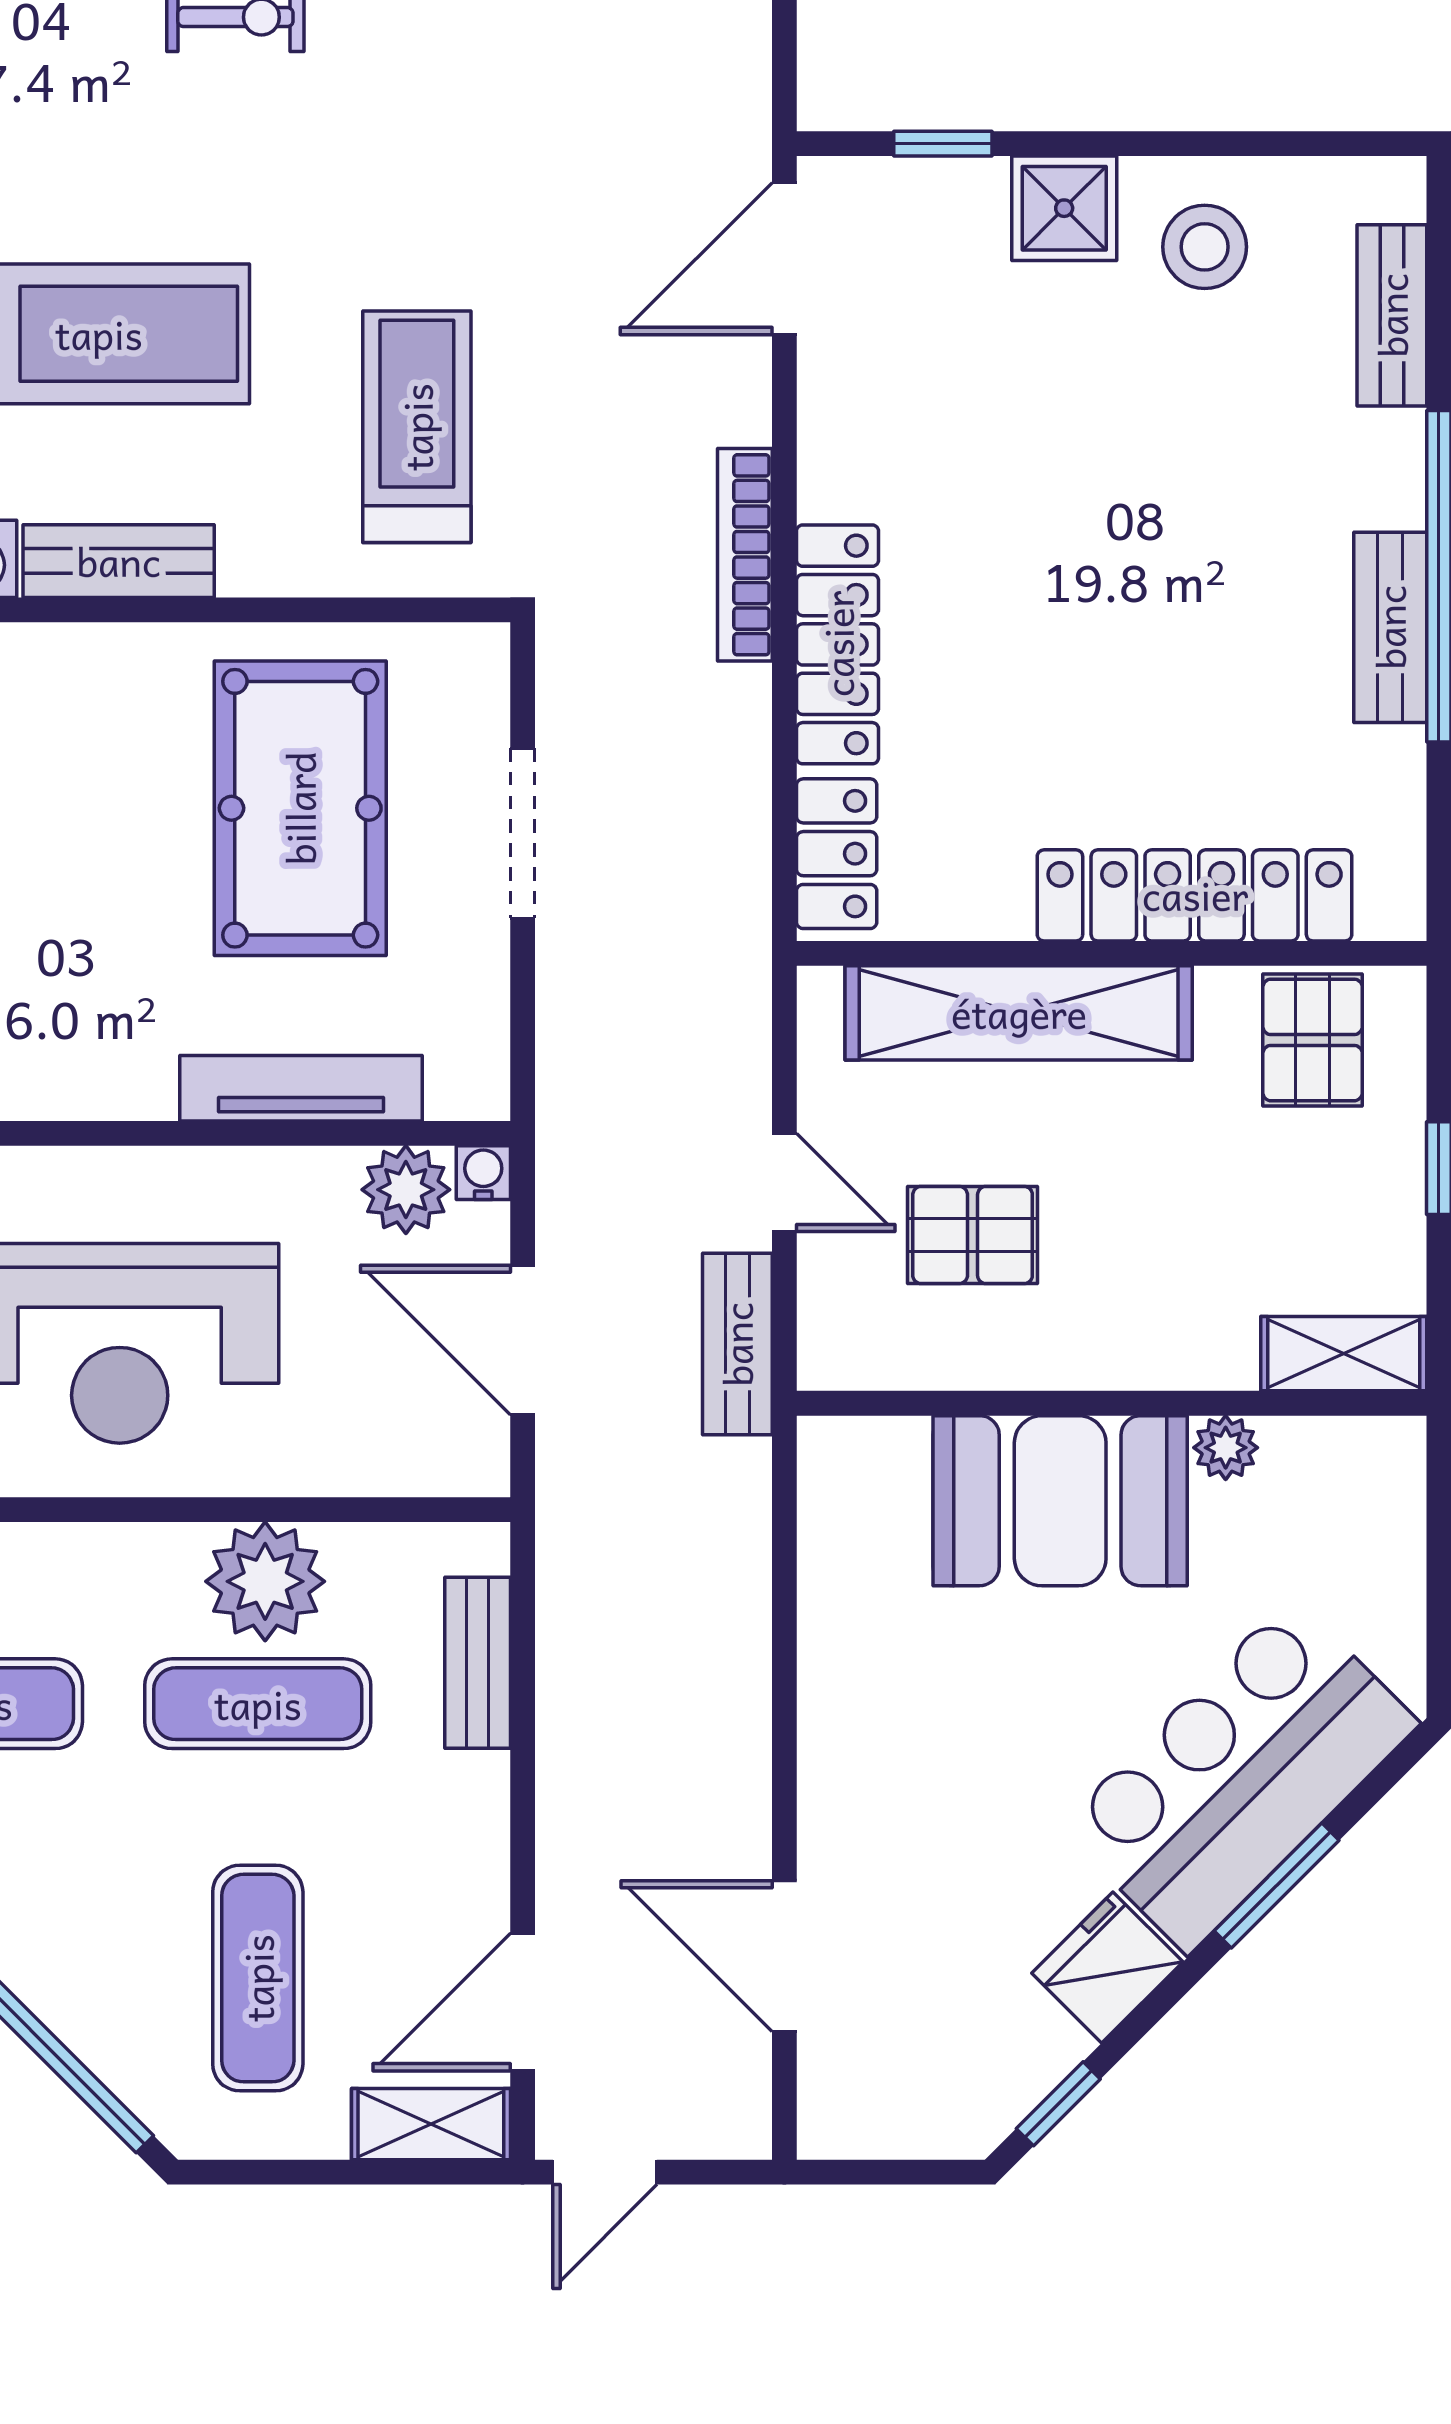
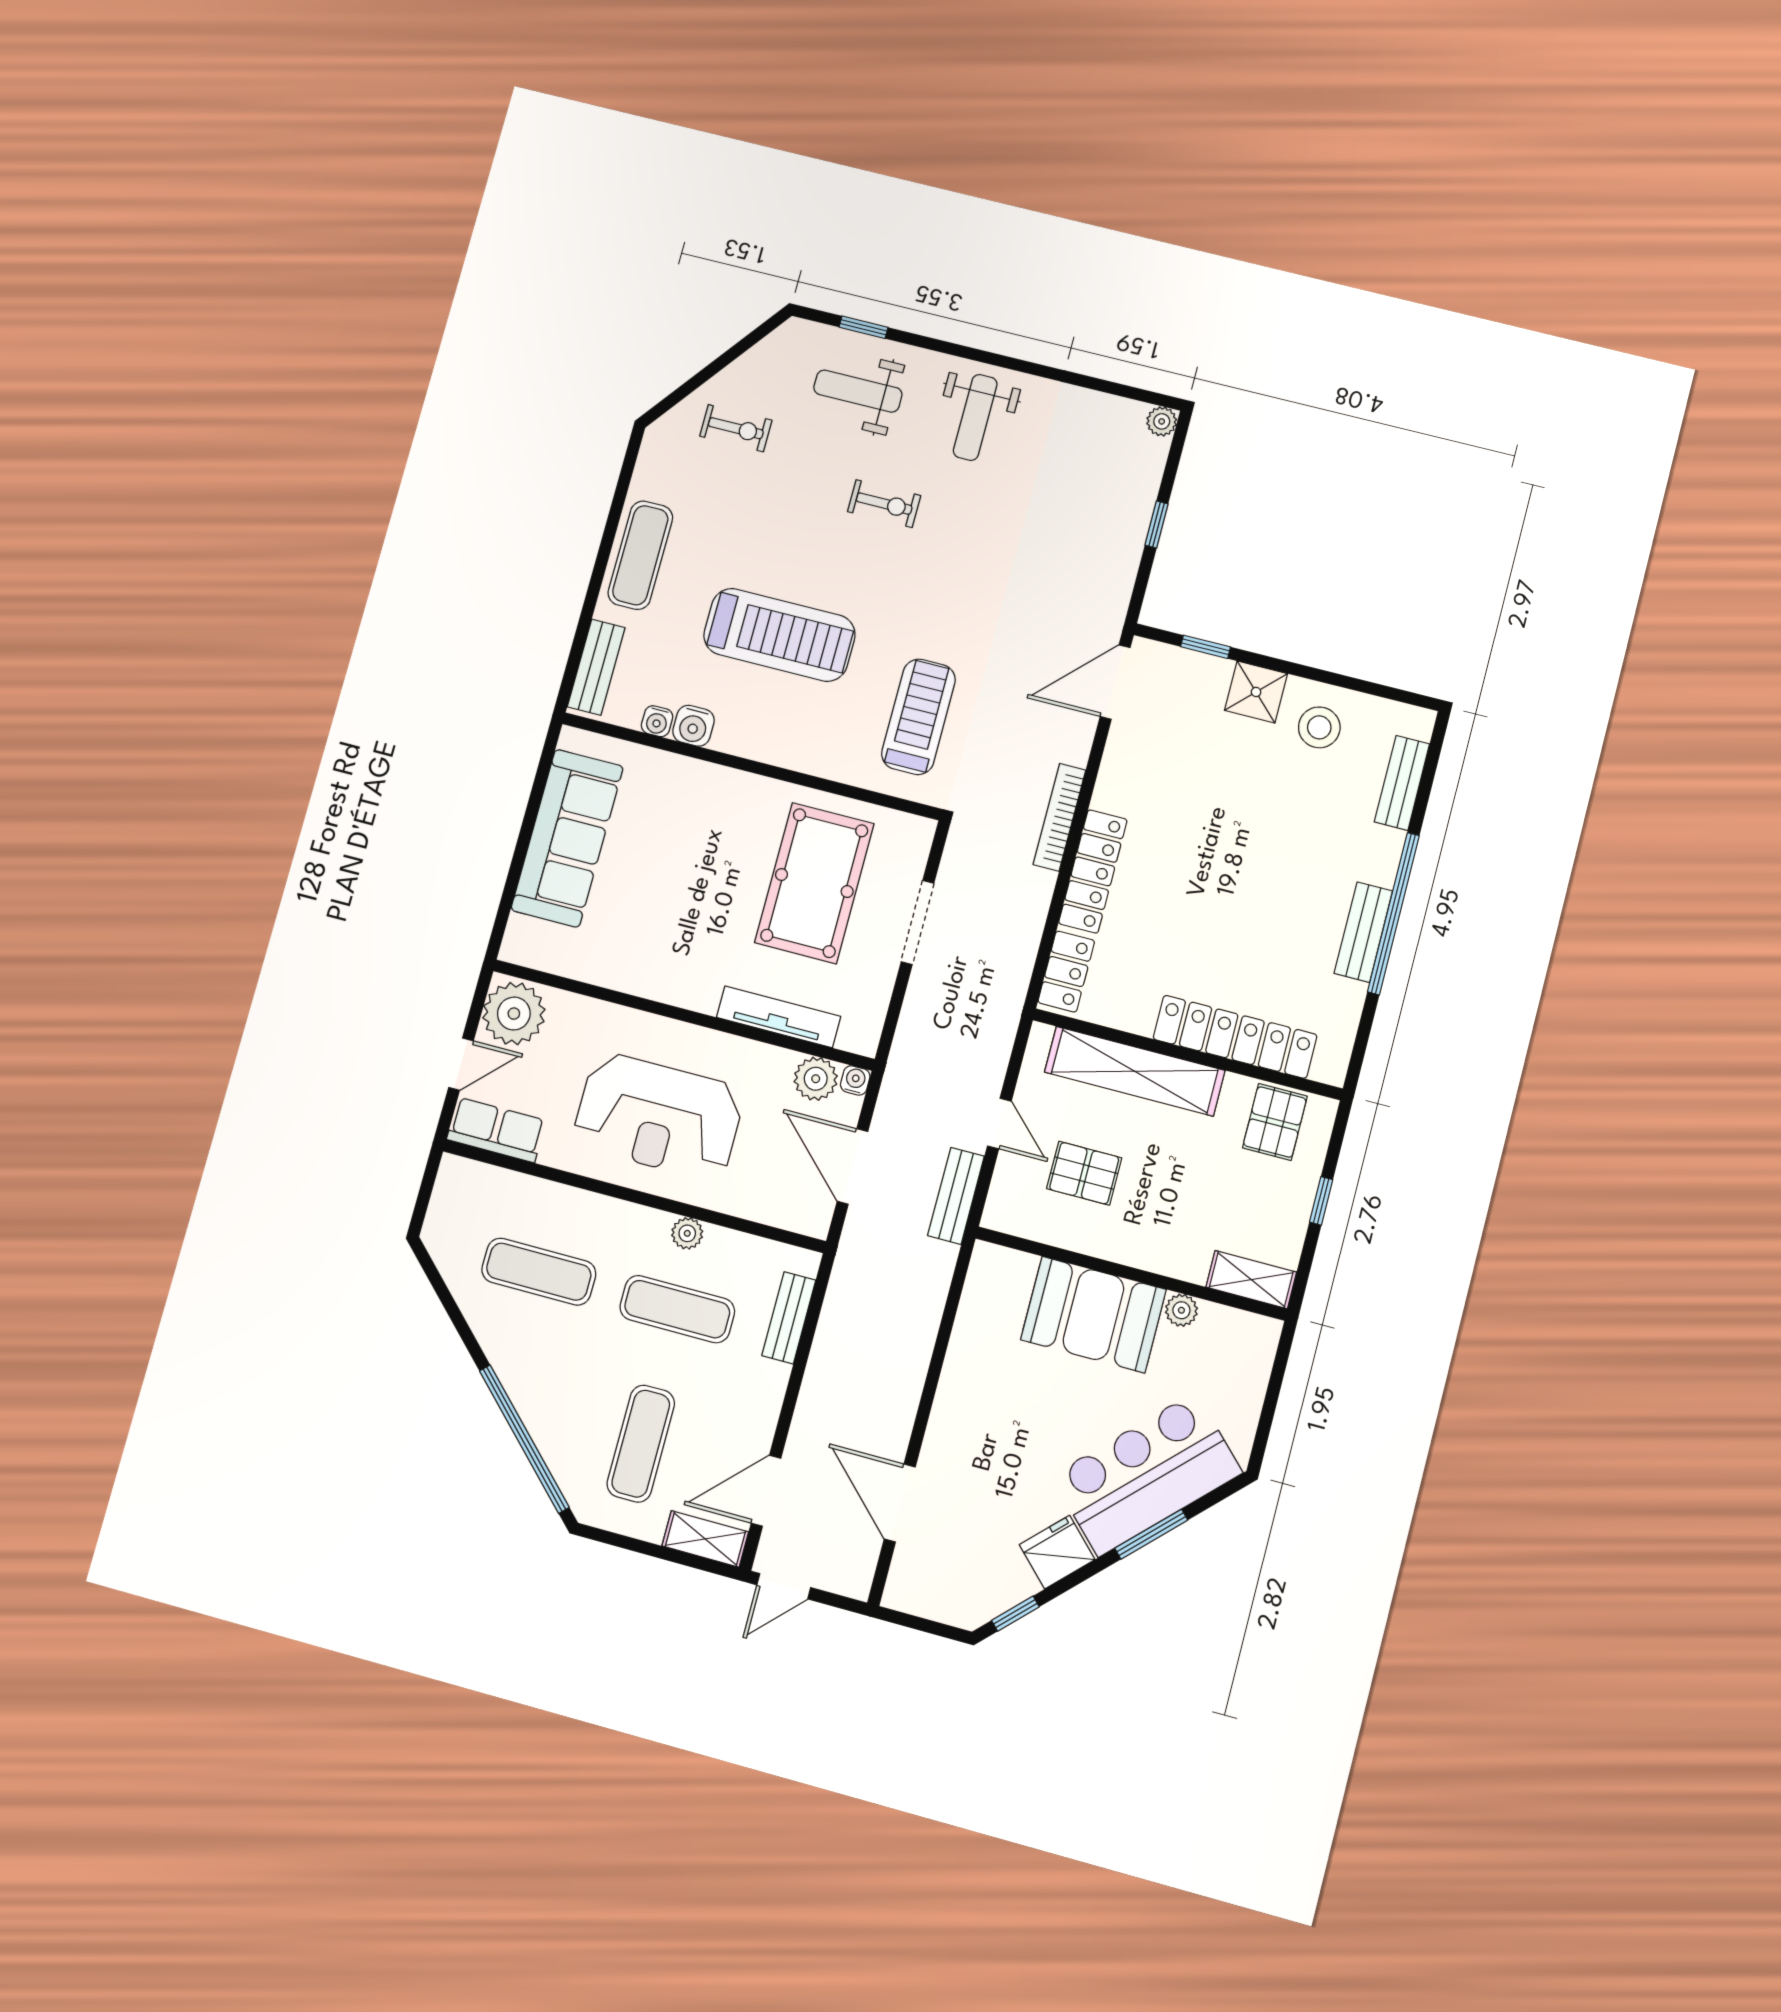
bench: (119, 561) -> (760, 744), removed
plant: (265, 1581) -> (687, 1233), width x0.53, depth x0.53

